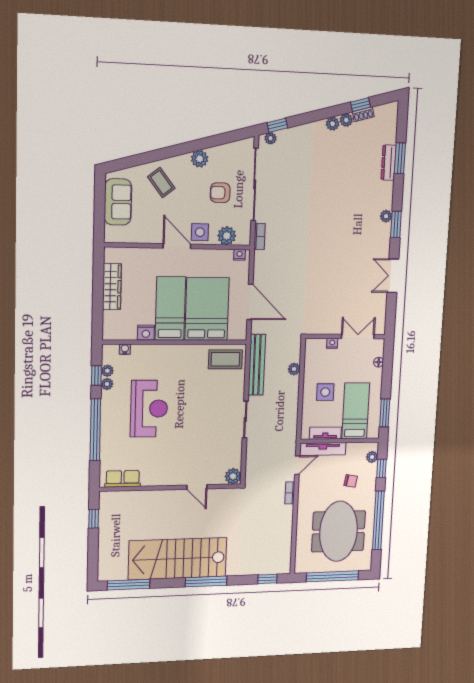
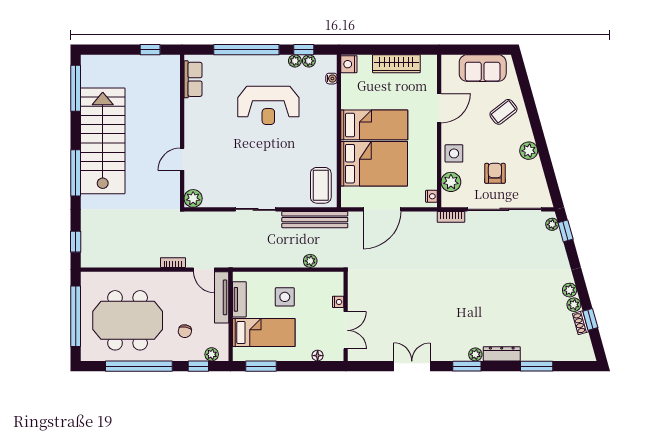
dresser: (389, 163) -> (502, 354), moved
door: (177, 246) -> (439, 108), moved
nightstand: (146, 333) -> (349, 64), moved

